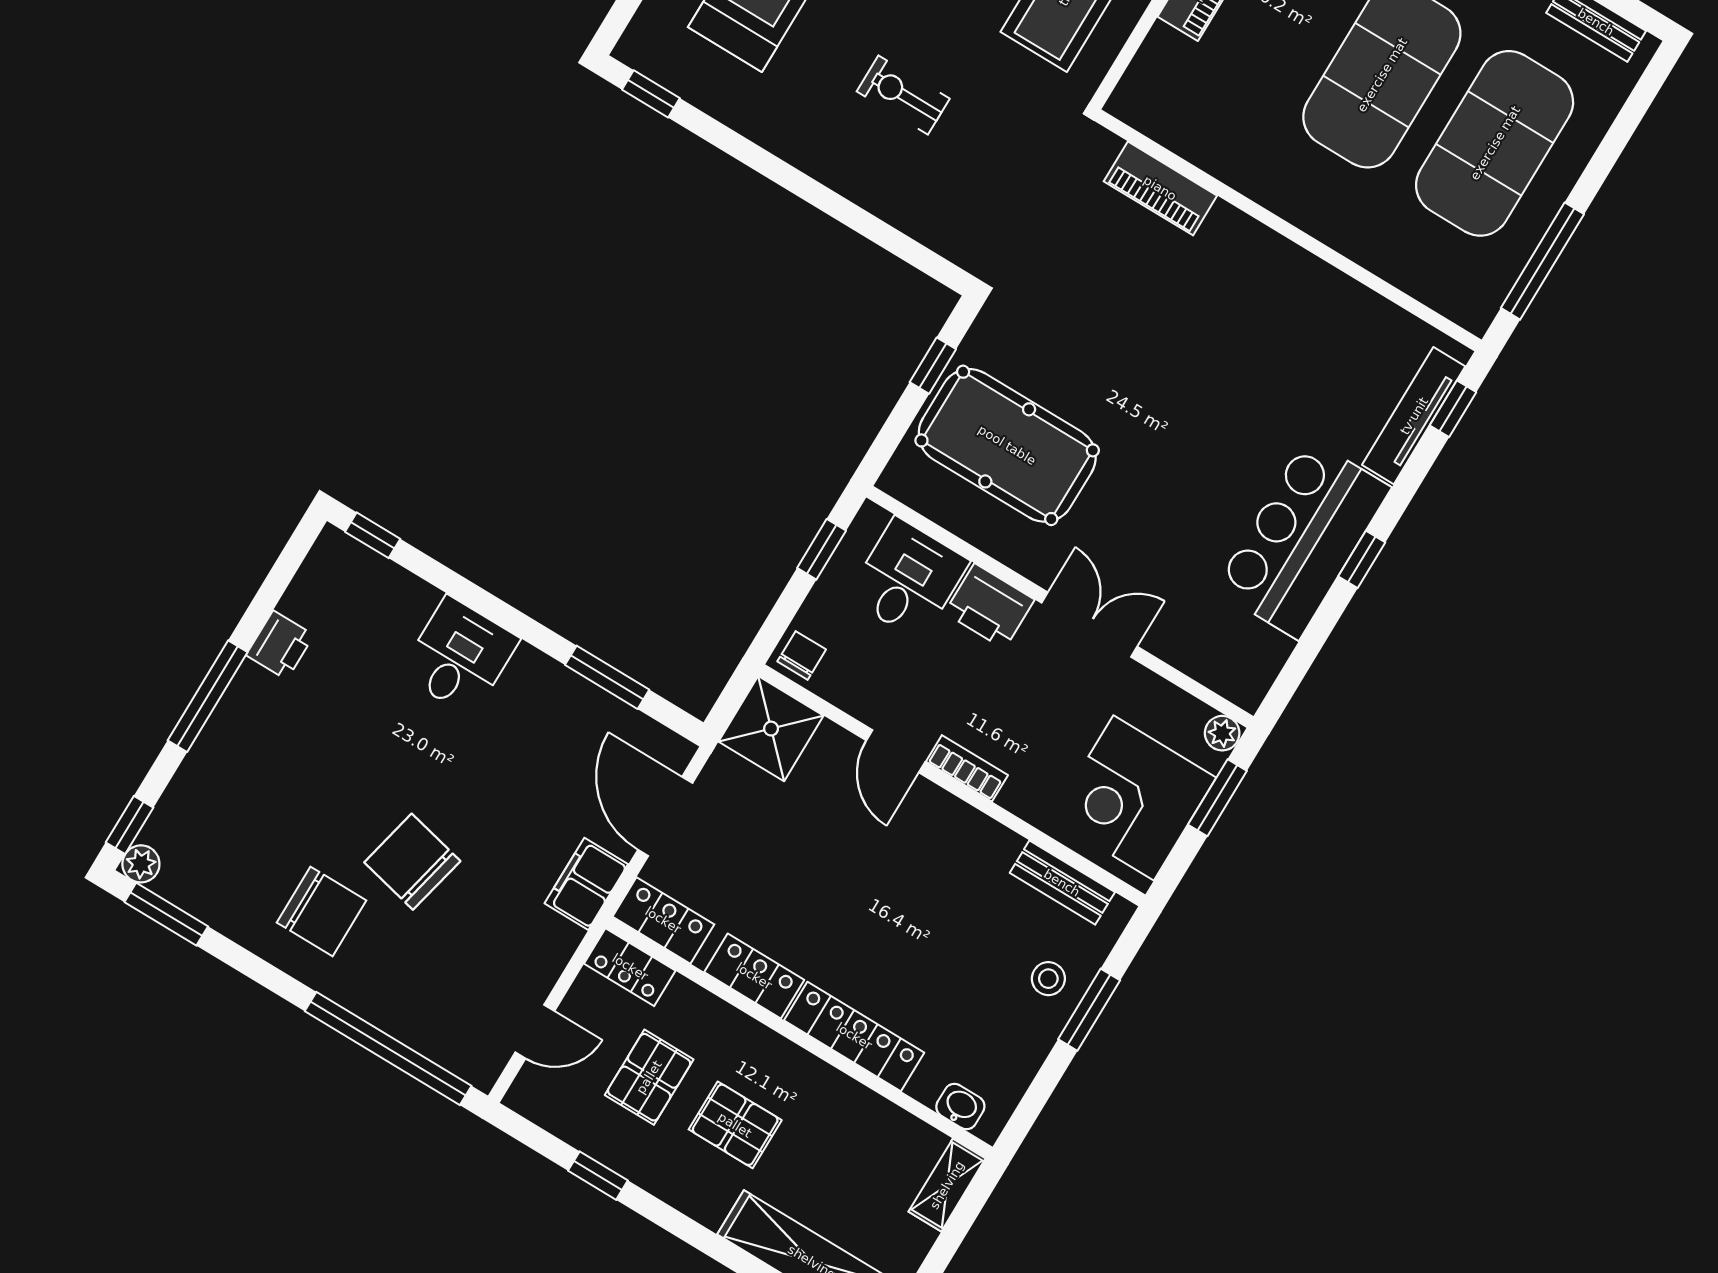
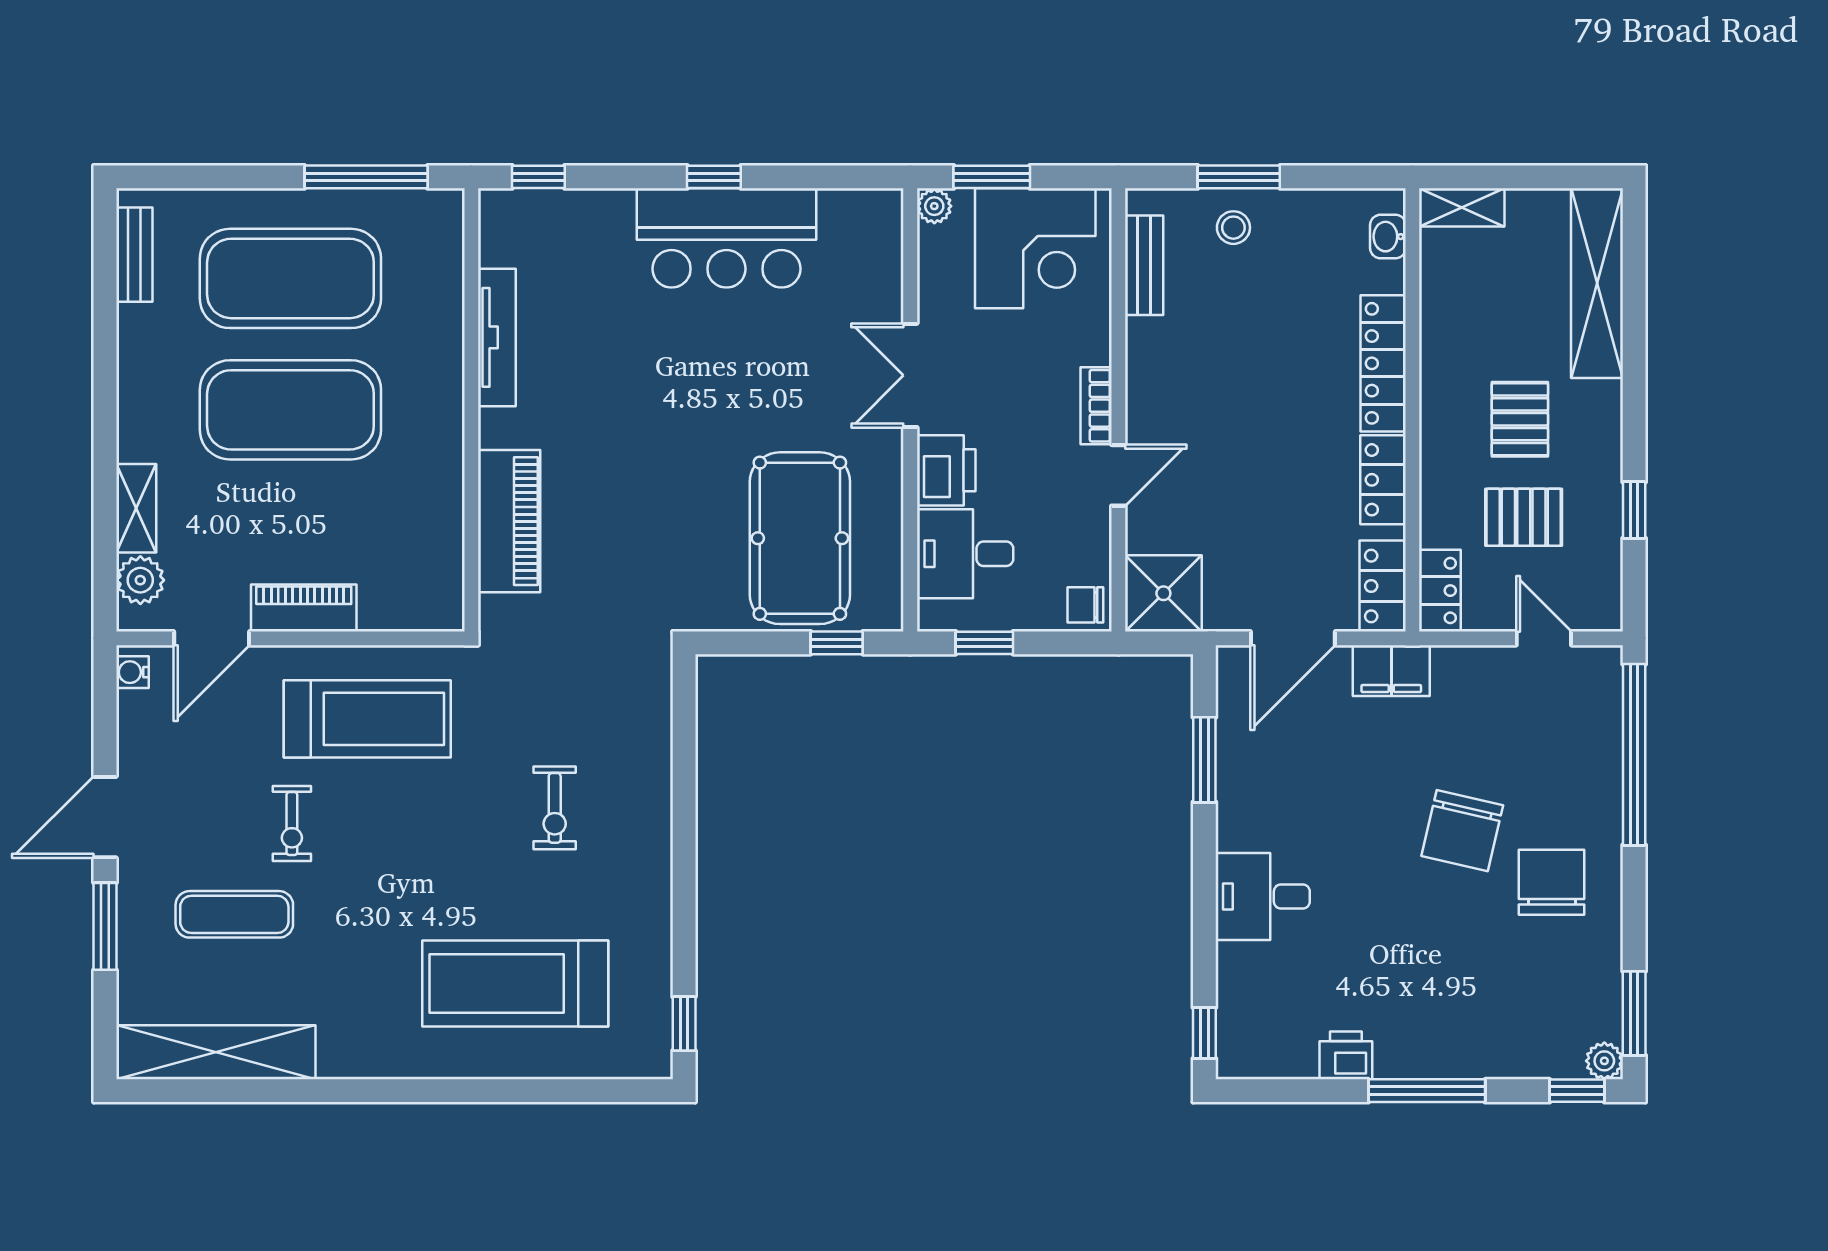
piano: (1160, 188) -> (509, 521), width x1.37, depth x1.33
window: (933, 366) -> (837, 643), moved
tv unit: (1414, 416) -> (497, 337), moved, turned -90

